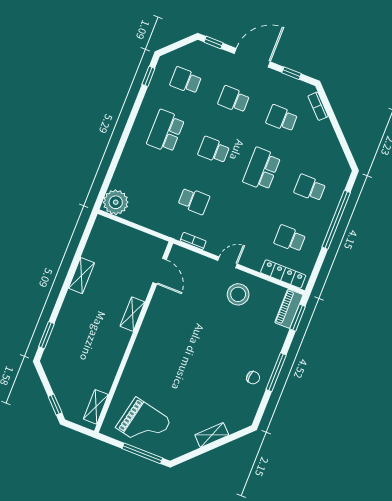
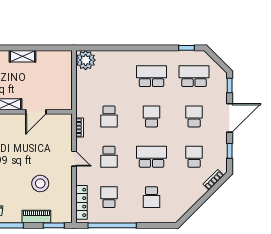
door: (252, 58) -> (230, 118), hinge flipped
school desk: (186, 81) -> (194, 76), width x1.85
school desk: (310, 188) -> (152, 197), turned 180
school desk: (242, 220) -> (109, 157), added
window: (336, 220) -> (112, 225), moved
door: (160, 271) -> (36, 112), moved
stool: (238, 294) -> (40, 183), moved
piano: (289, 309) -> (36, 217), moved

